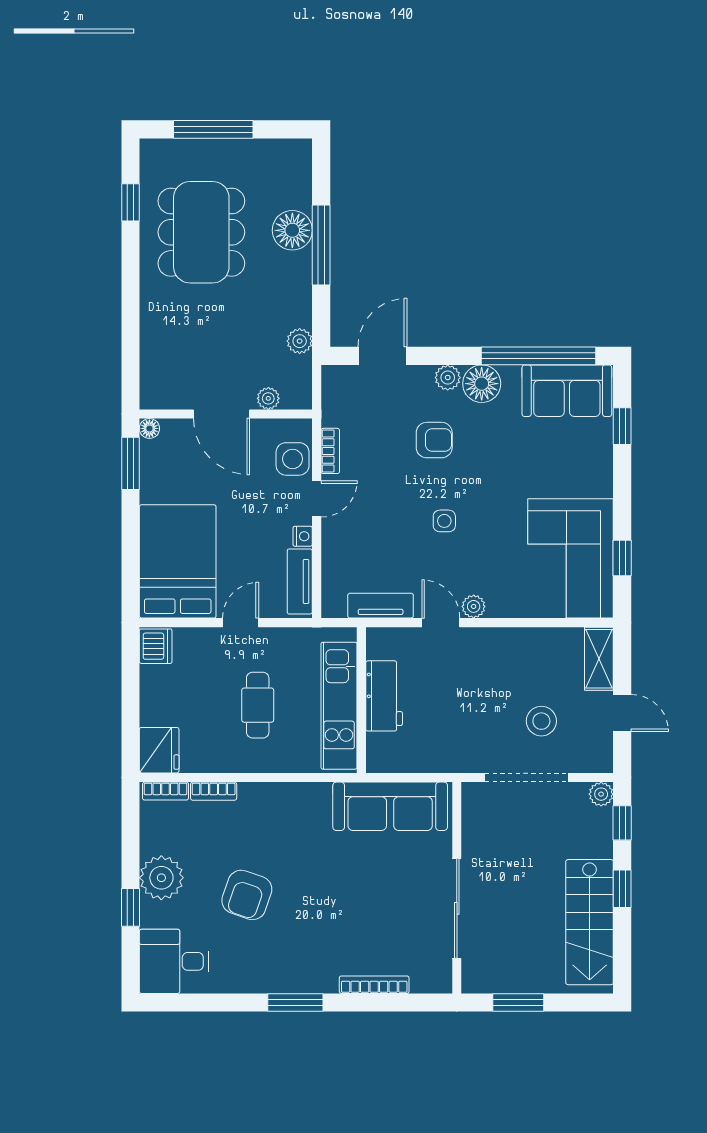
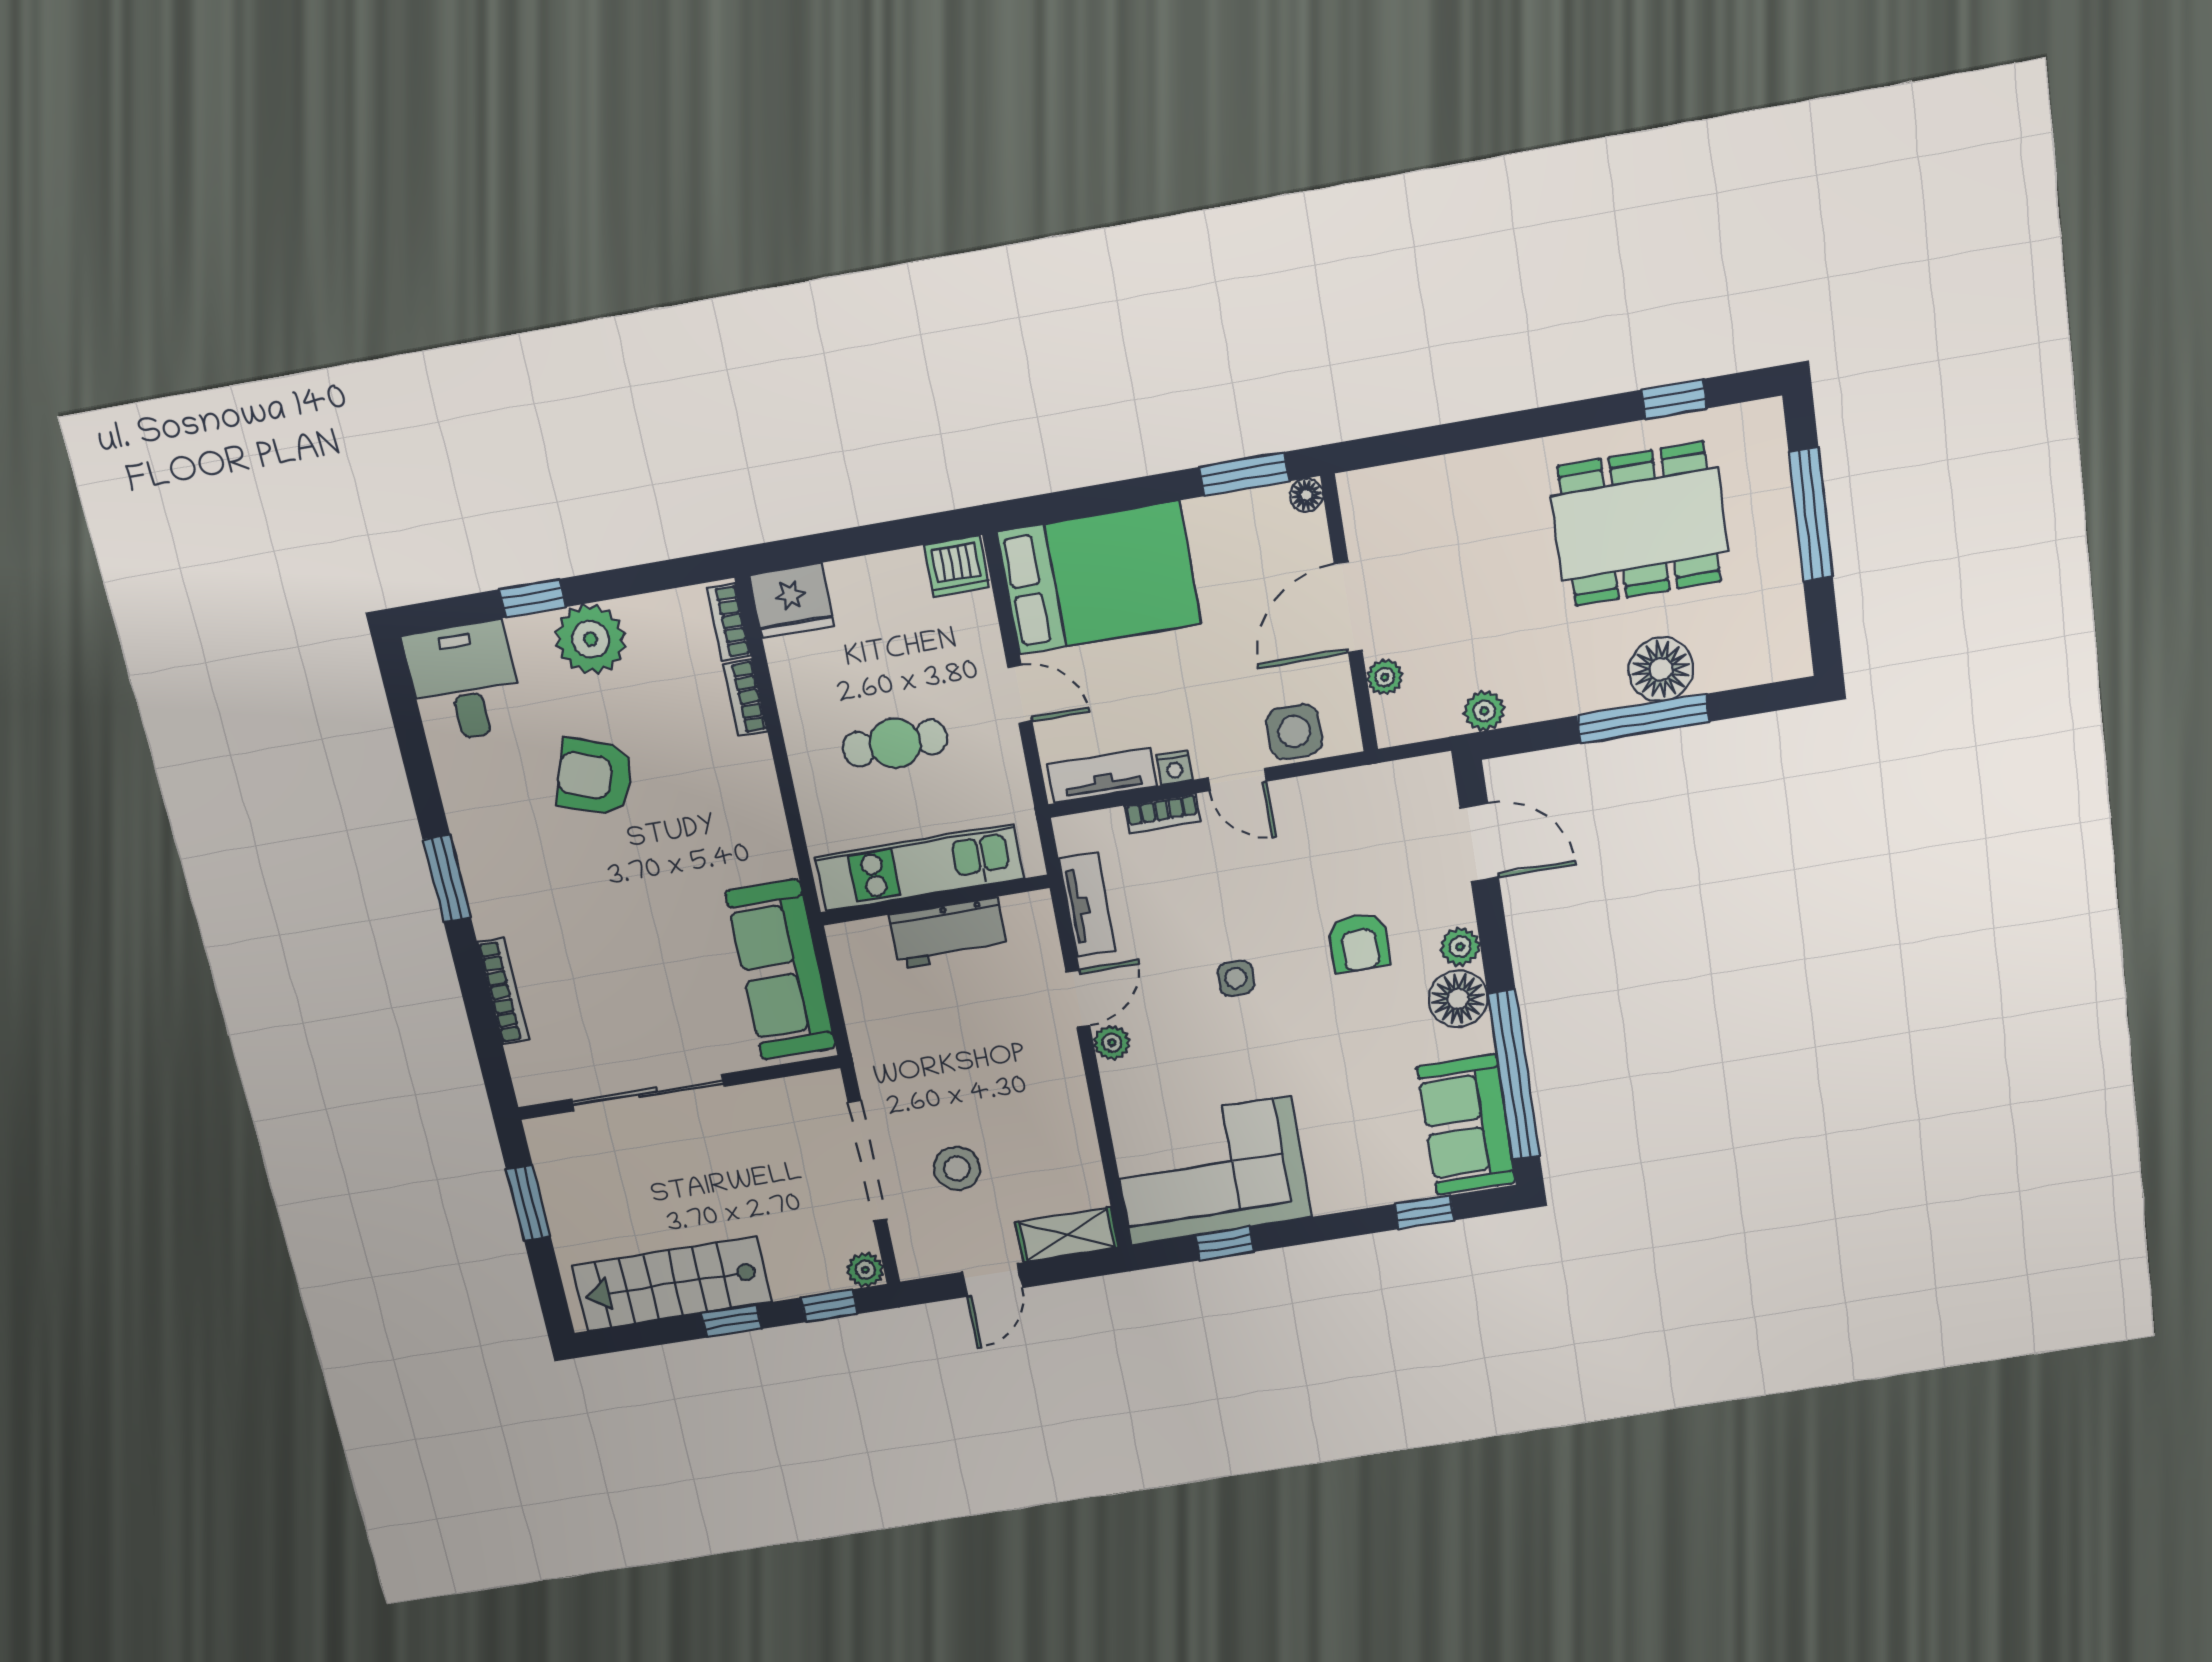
bookcase: (330, 451) -> (1163, 813), moved

